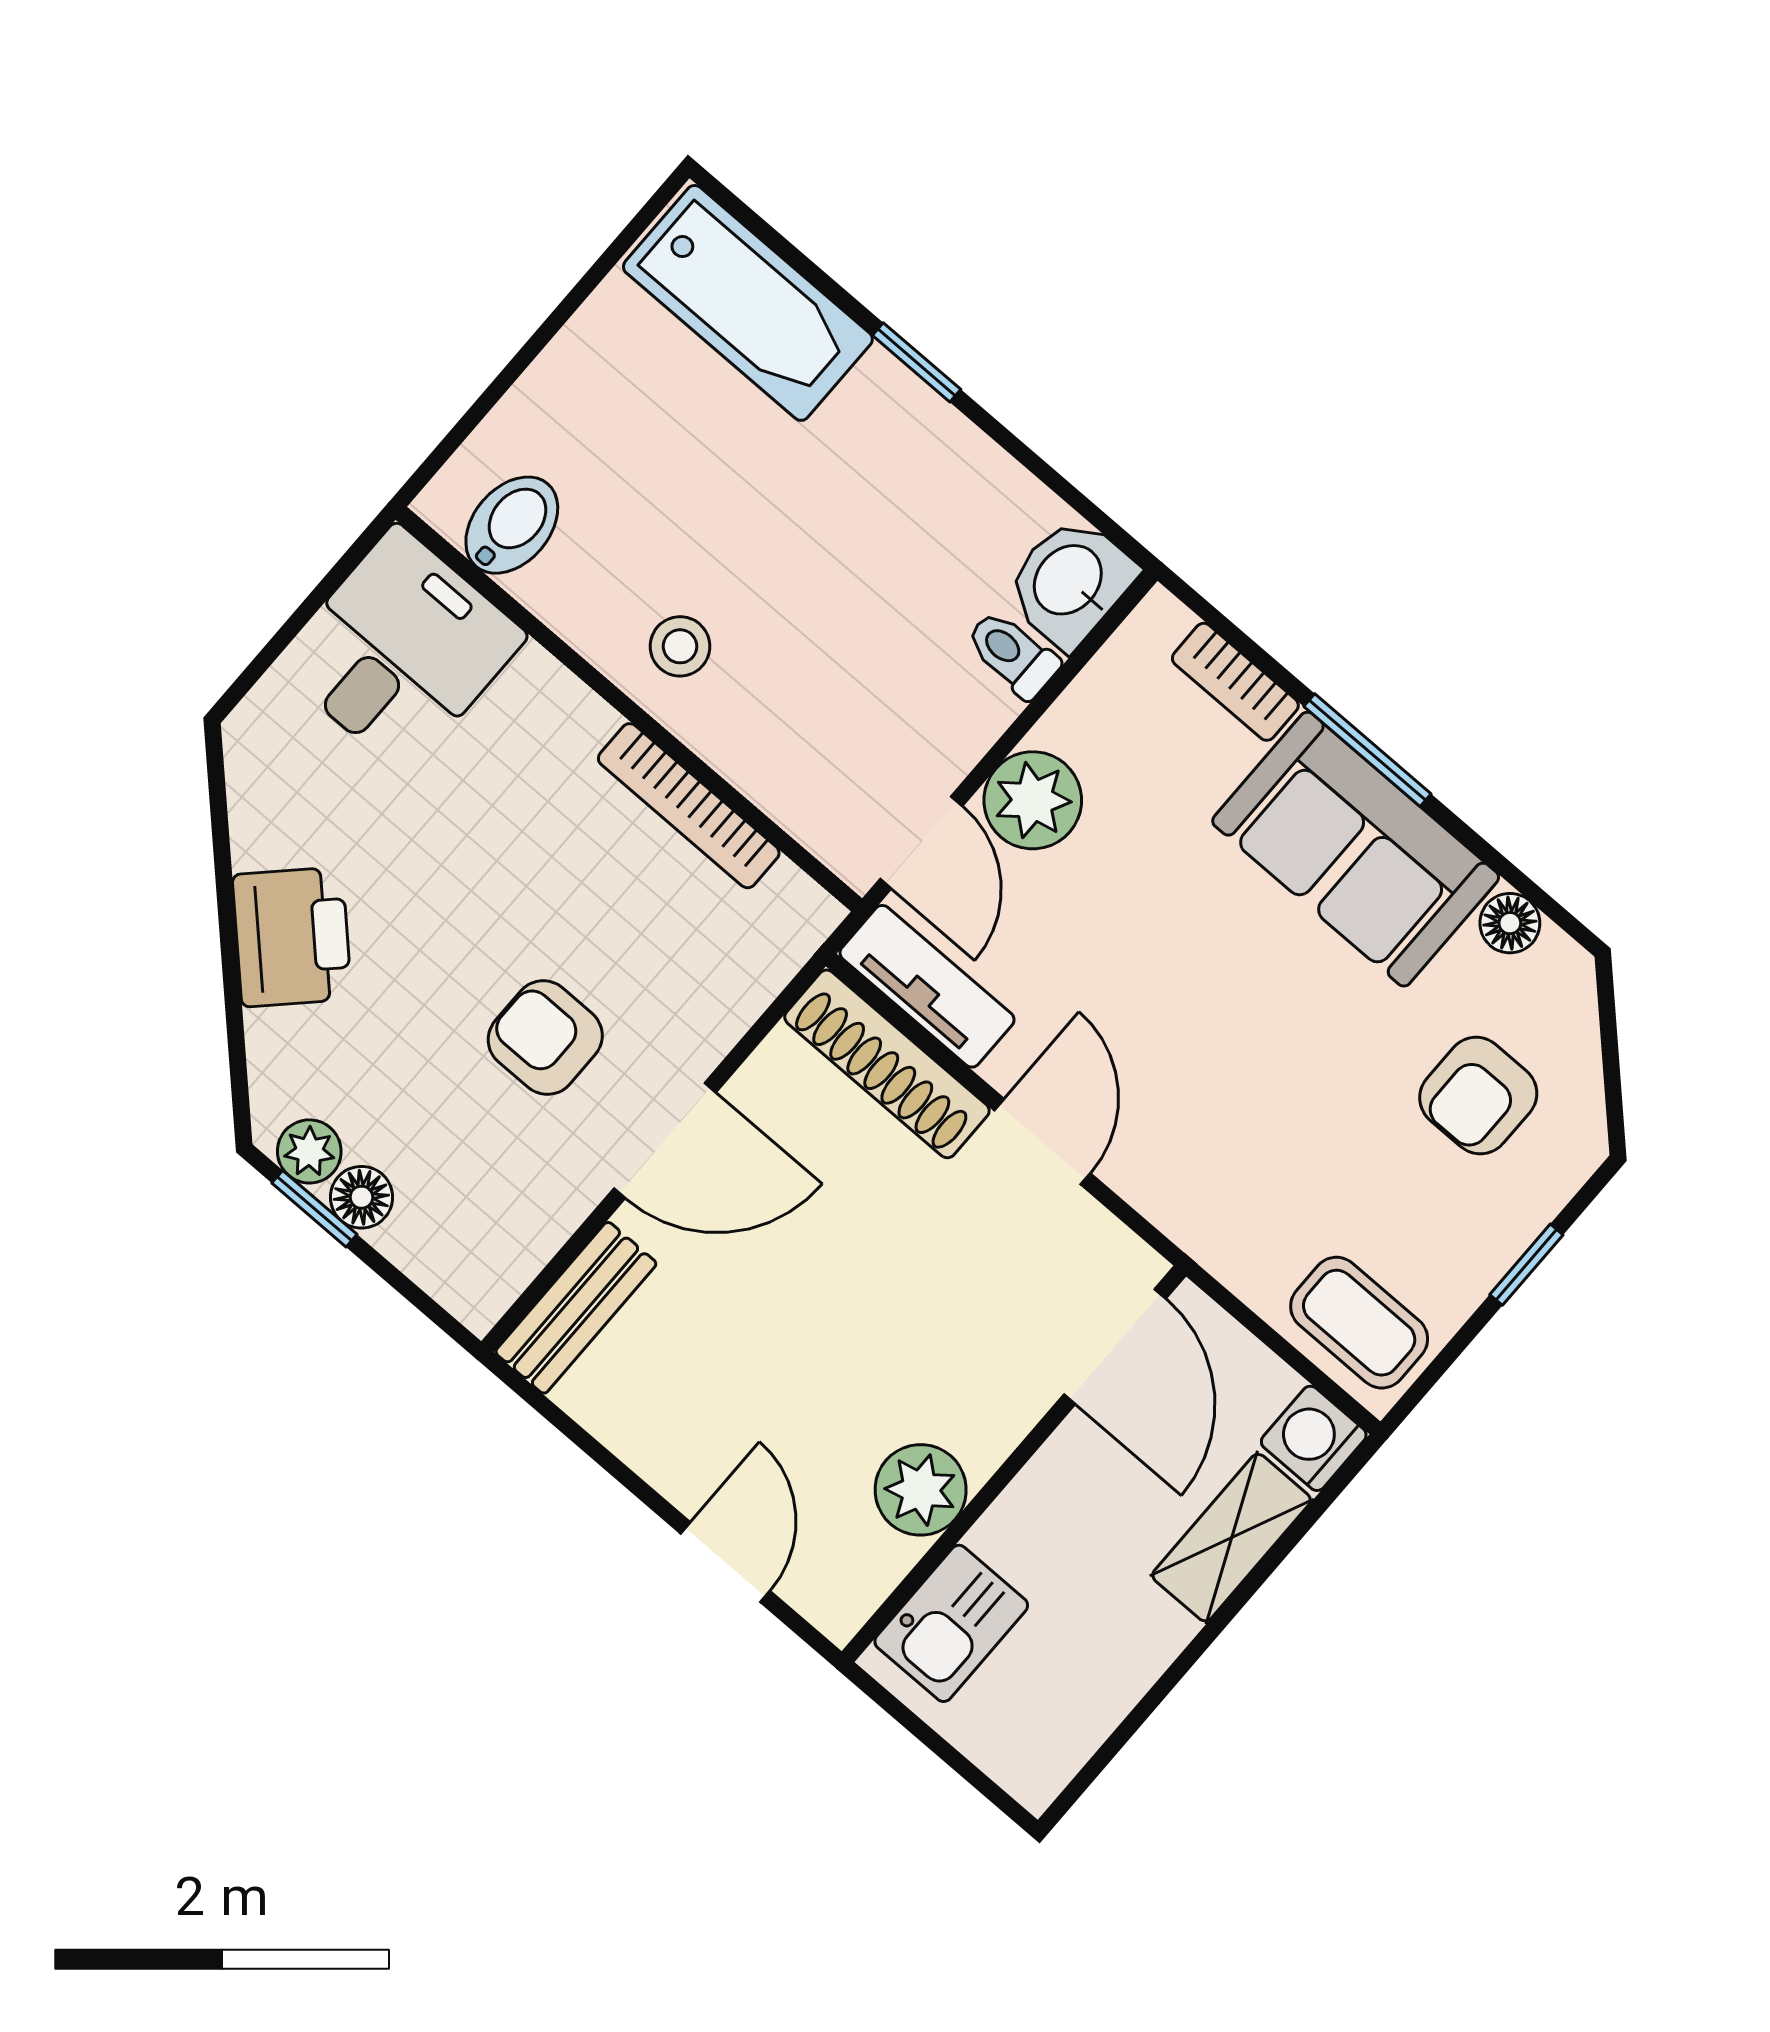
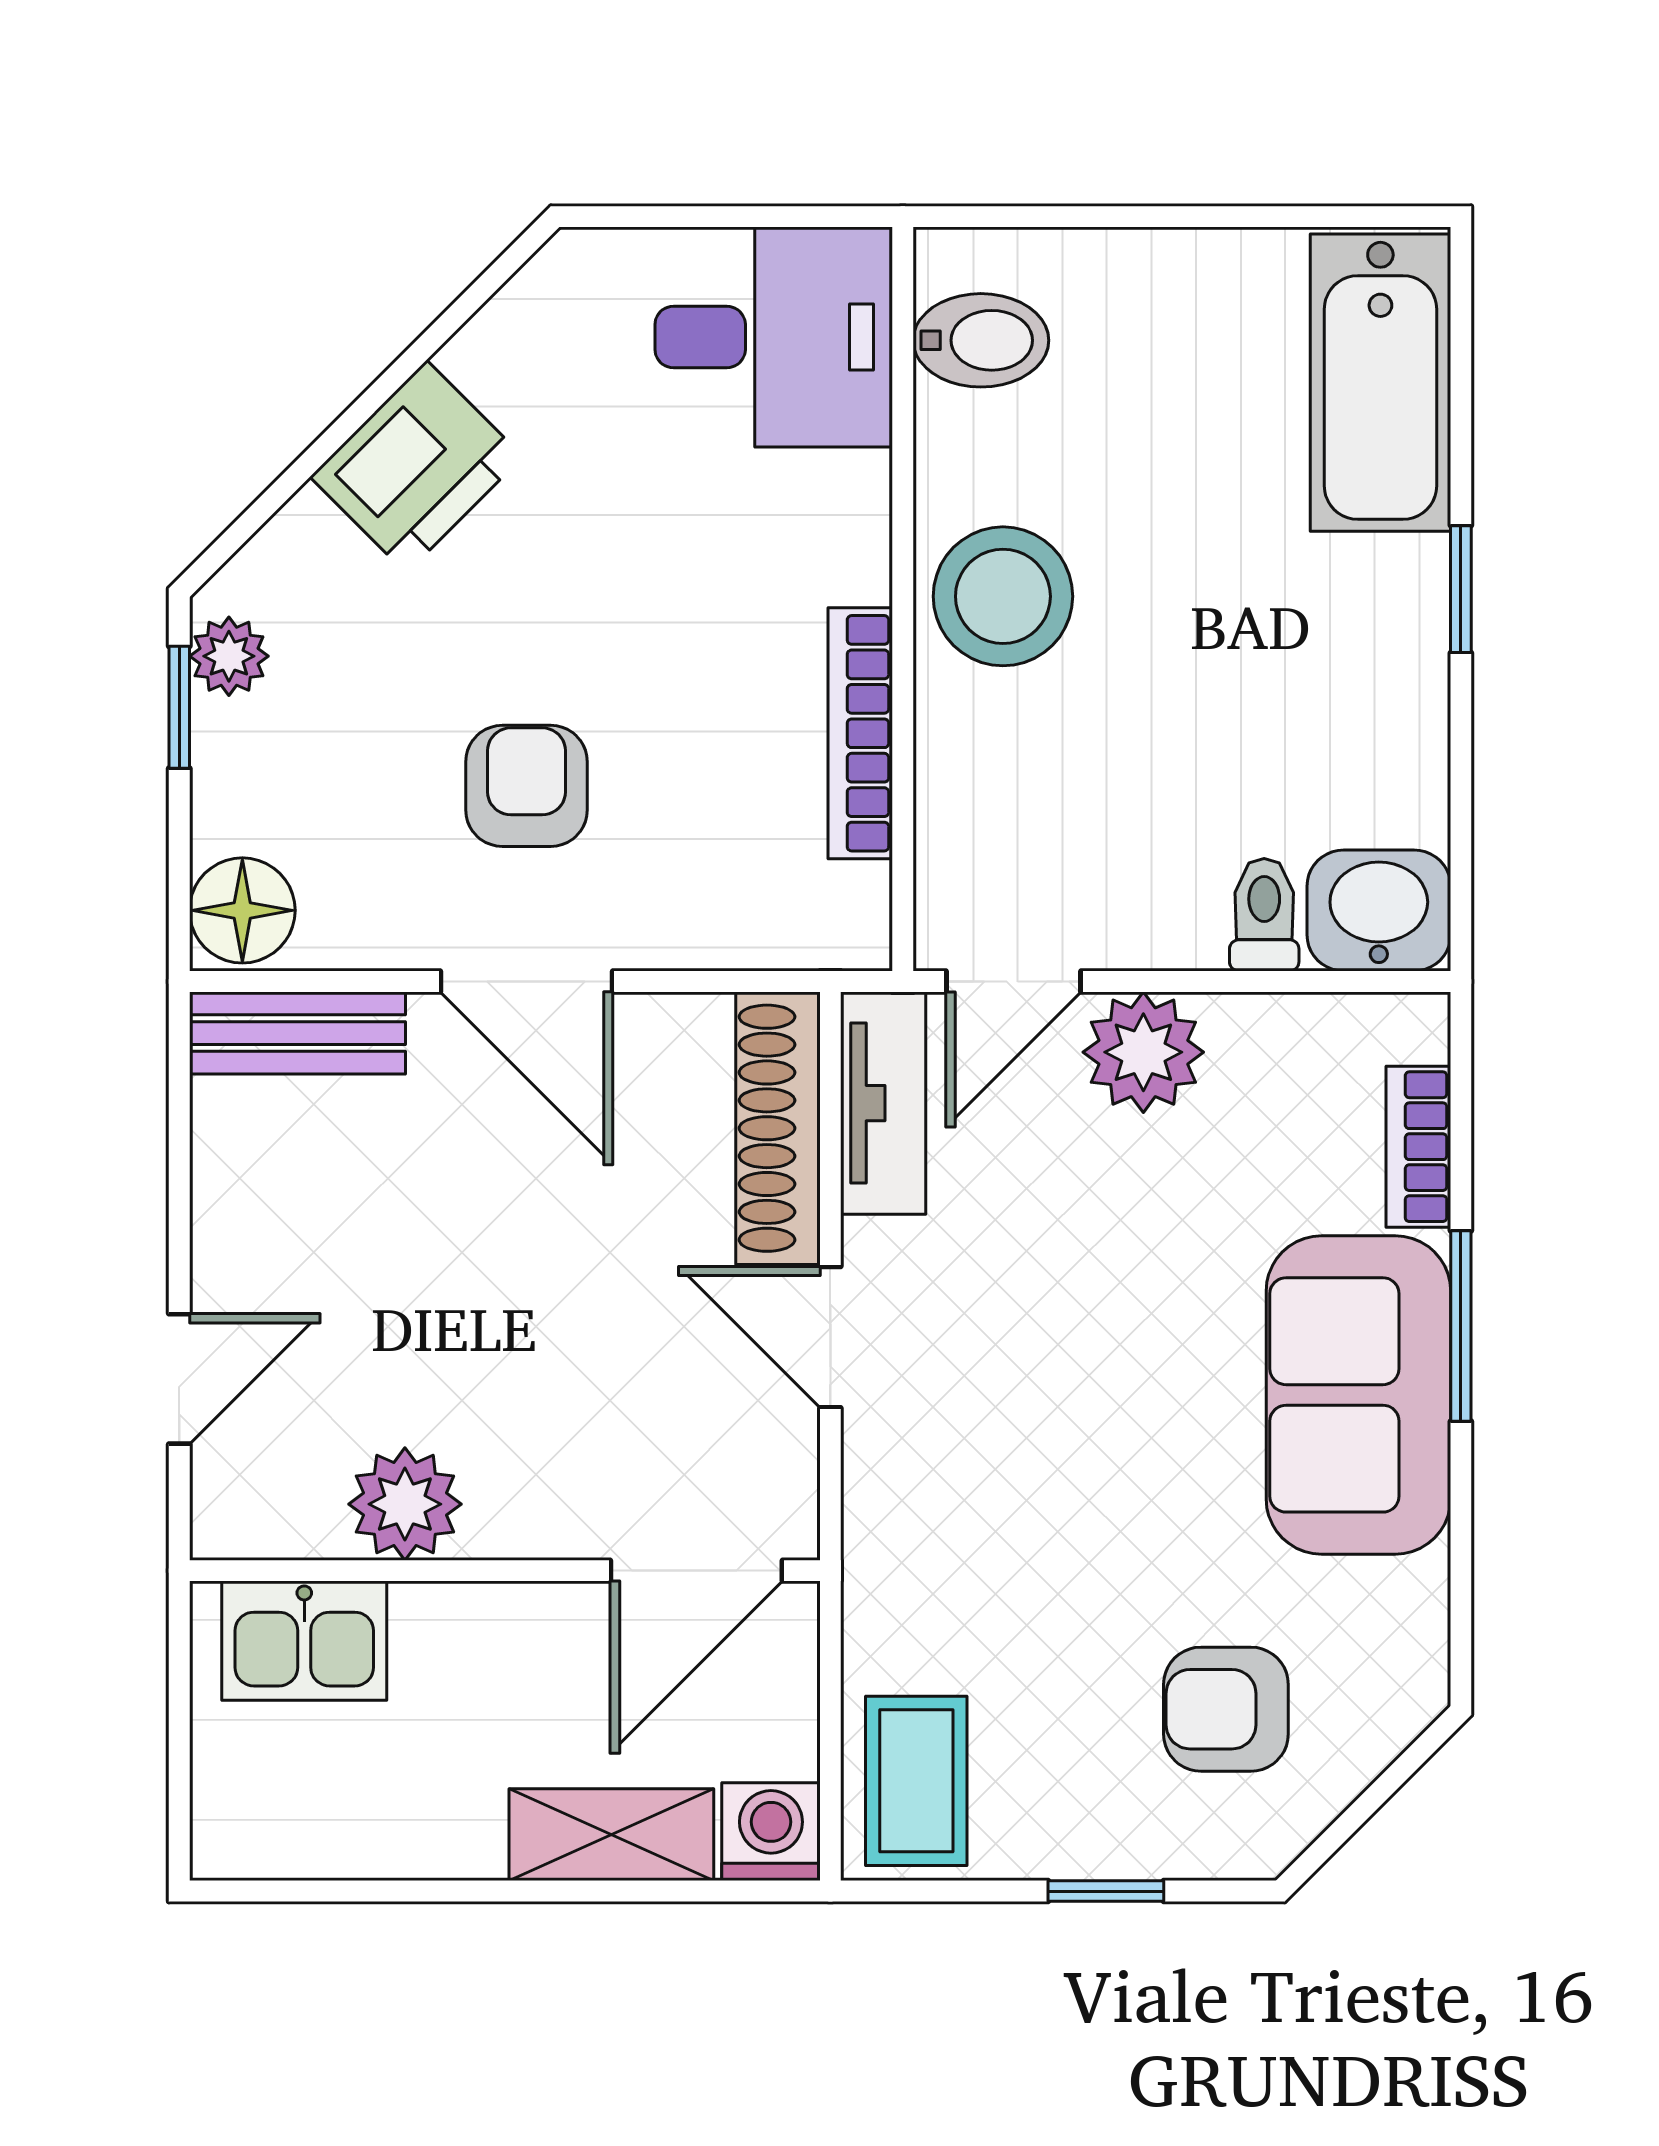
stool: (680, 646) -> (1003, 596), width x1.89, depth x1.89
floor lamp: (1510, 923) -> (1414, 1600), removed
door: (1042, 1142) -> (830, 1337), swing flipped
floor lamp: (361, 1197) -> (242, 910), moved, width x1.37, depth x1.37

